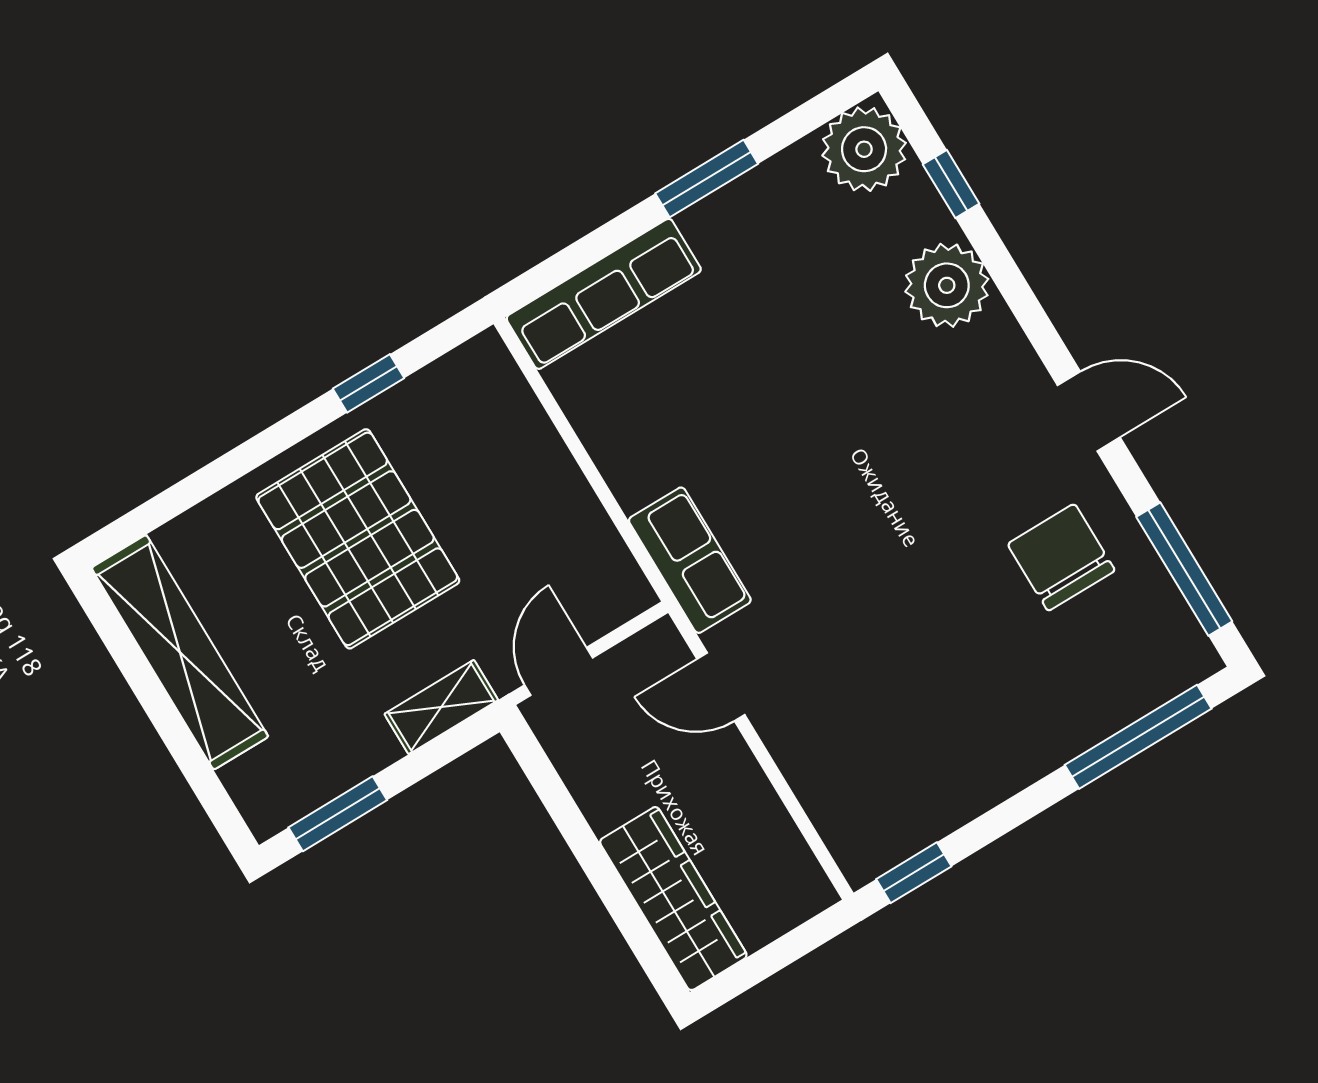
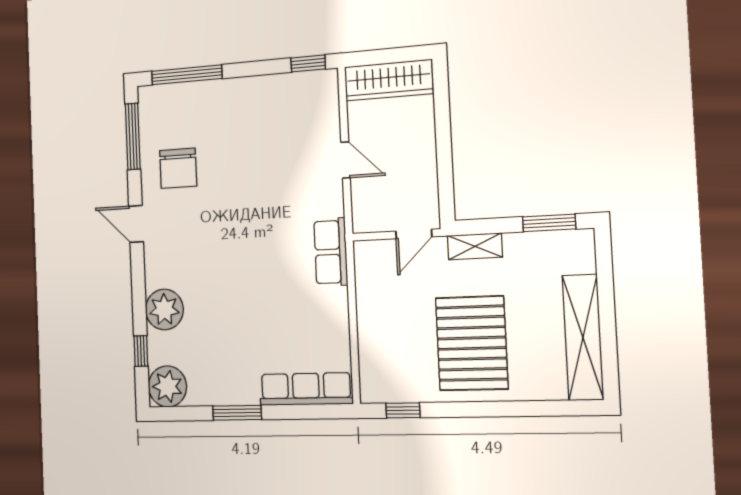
window: (368, 383) -> (403, 410), moved
door: (721, 687) -> (346, 160), moved
wardrobe: (673, 899) -> (389, 80), moved, turned -90

